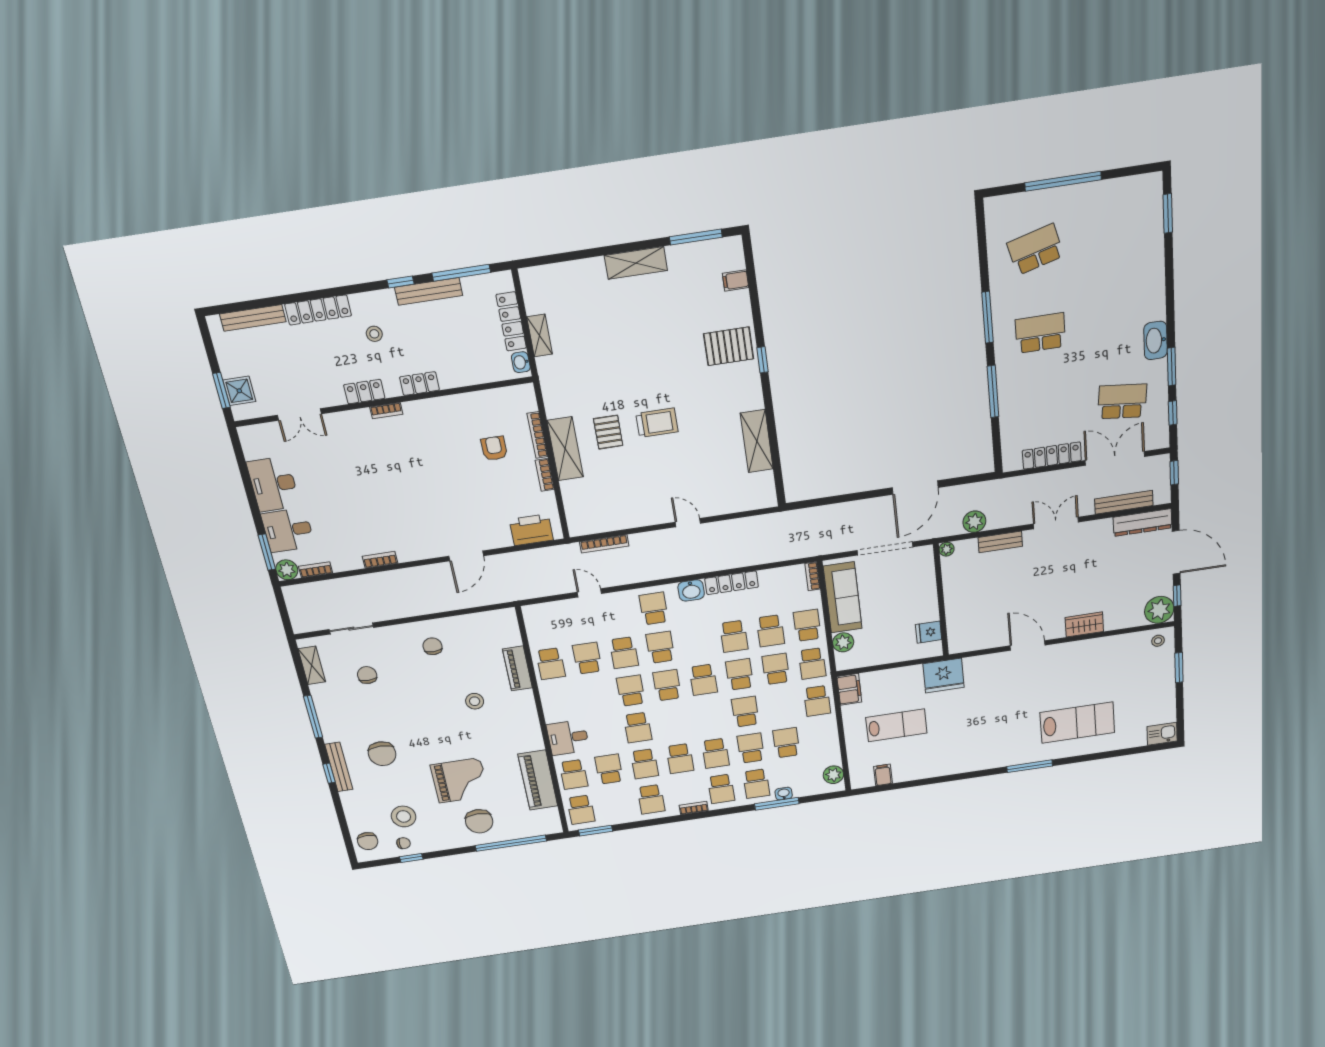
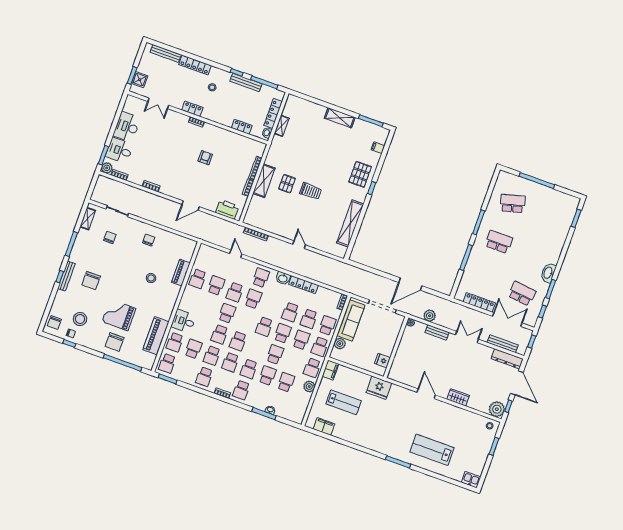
pallet: (729, 346) -> (360, 174), turned 90
locker: (419, 384) -> (242, 127), moved
shelving: (757, 441) -> (350, 223), width x1.47
armchair: (494, 448) -> (205, 158), moved
school desk: (667, 685) -> (238, 341), moved, turned 180
lab bench: (1077, 722) -> (432, 450), turned 180
plant: (833, 775) -> (309, 386), moved
filing cabinet: (883, 775) -> (324, 426), width x2.00
grand piano: (460, 780) -> (119, 315), turned 180
school desk: (756, 784) -> (260, 397), removed

